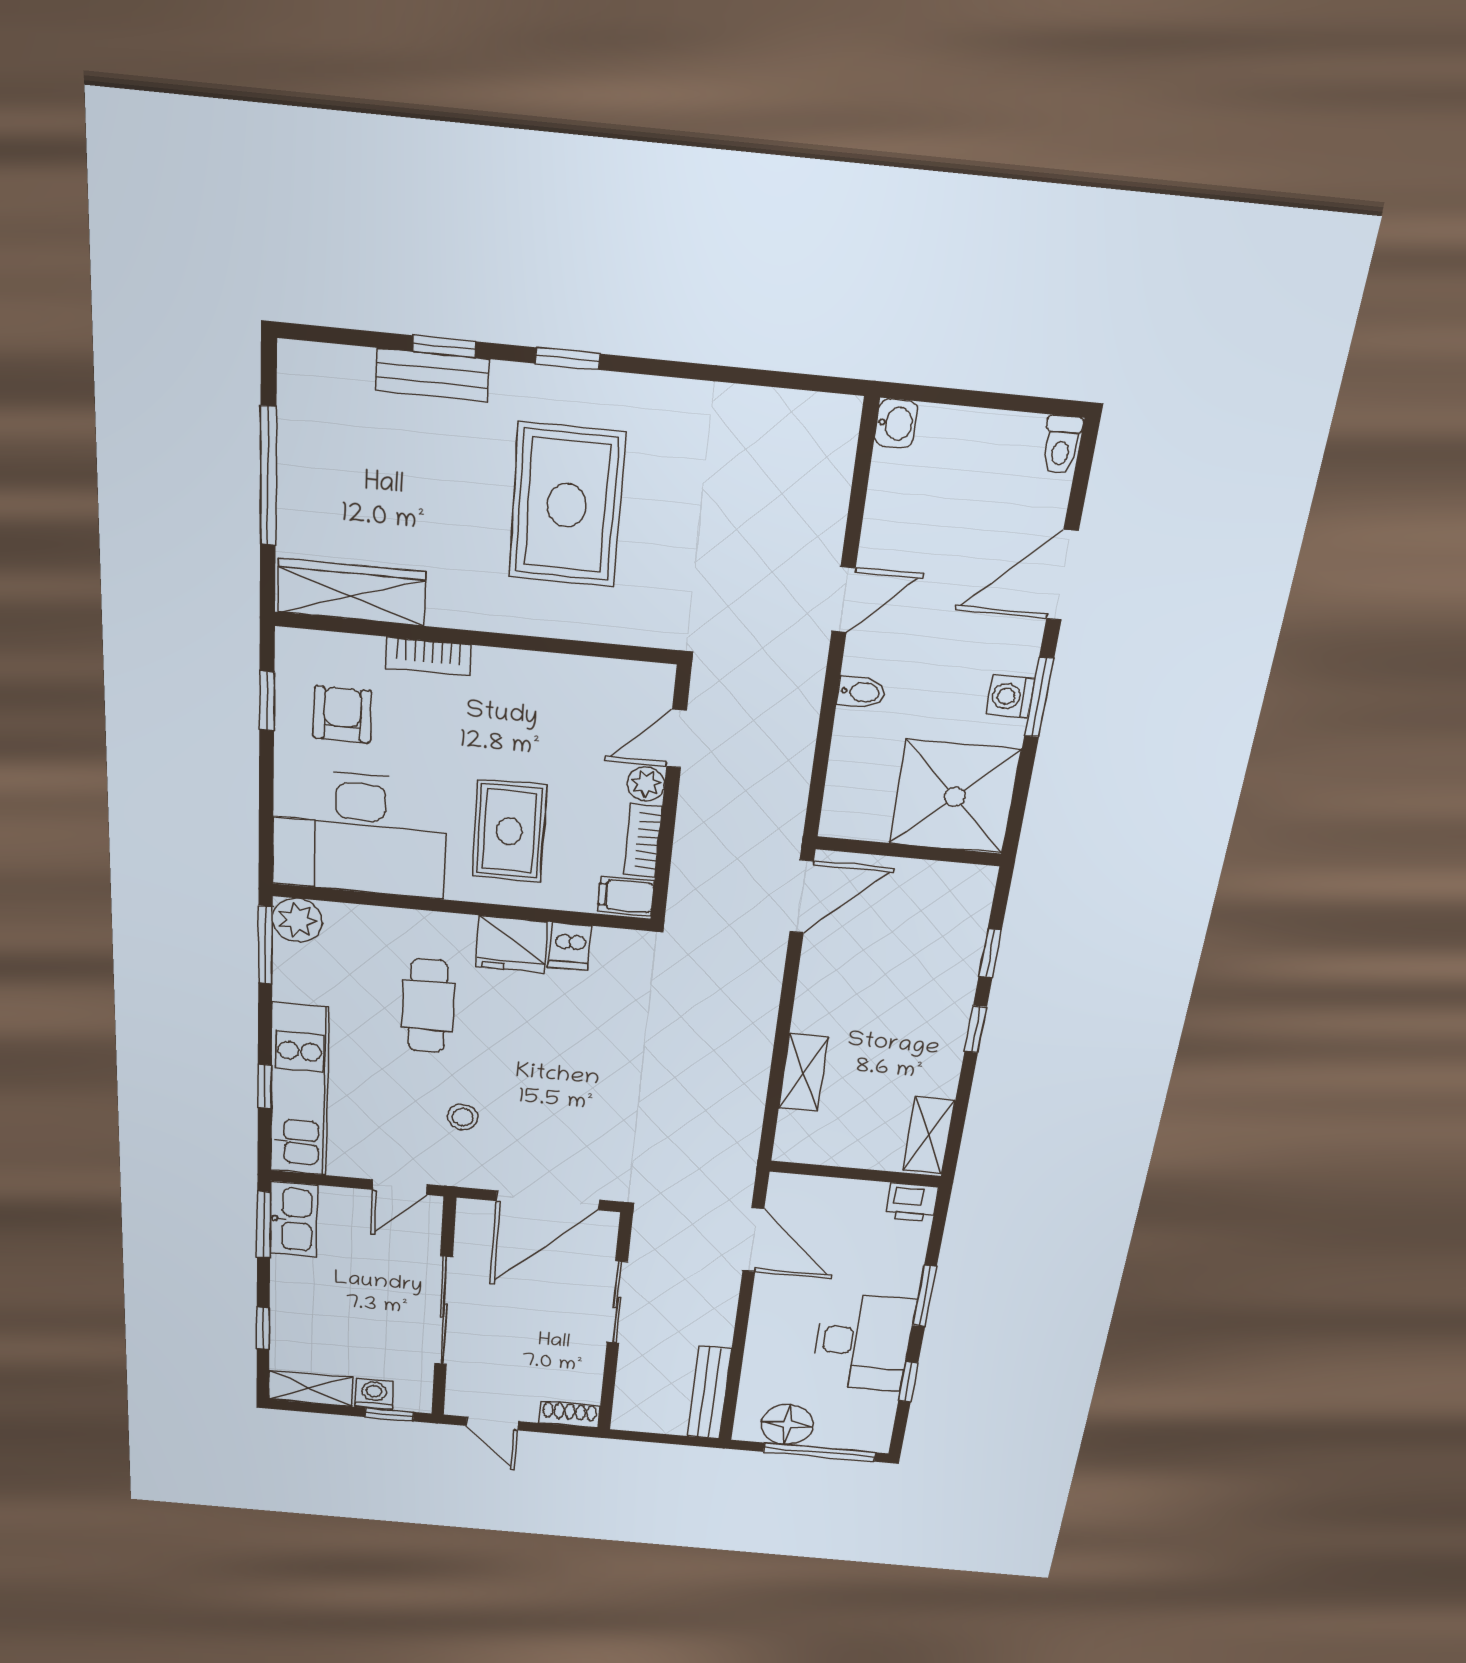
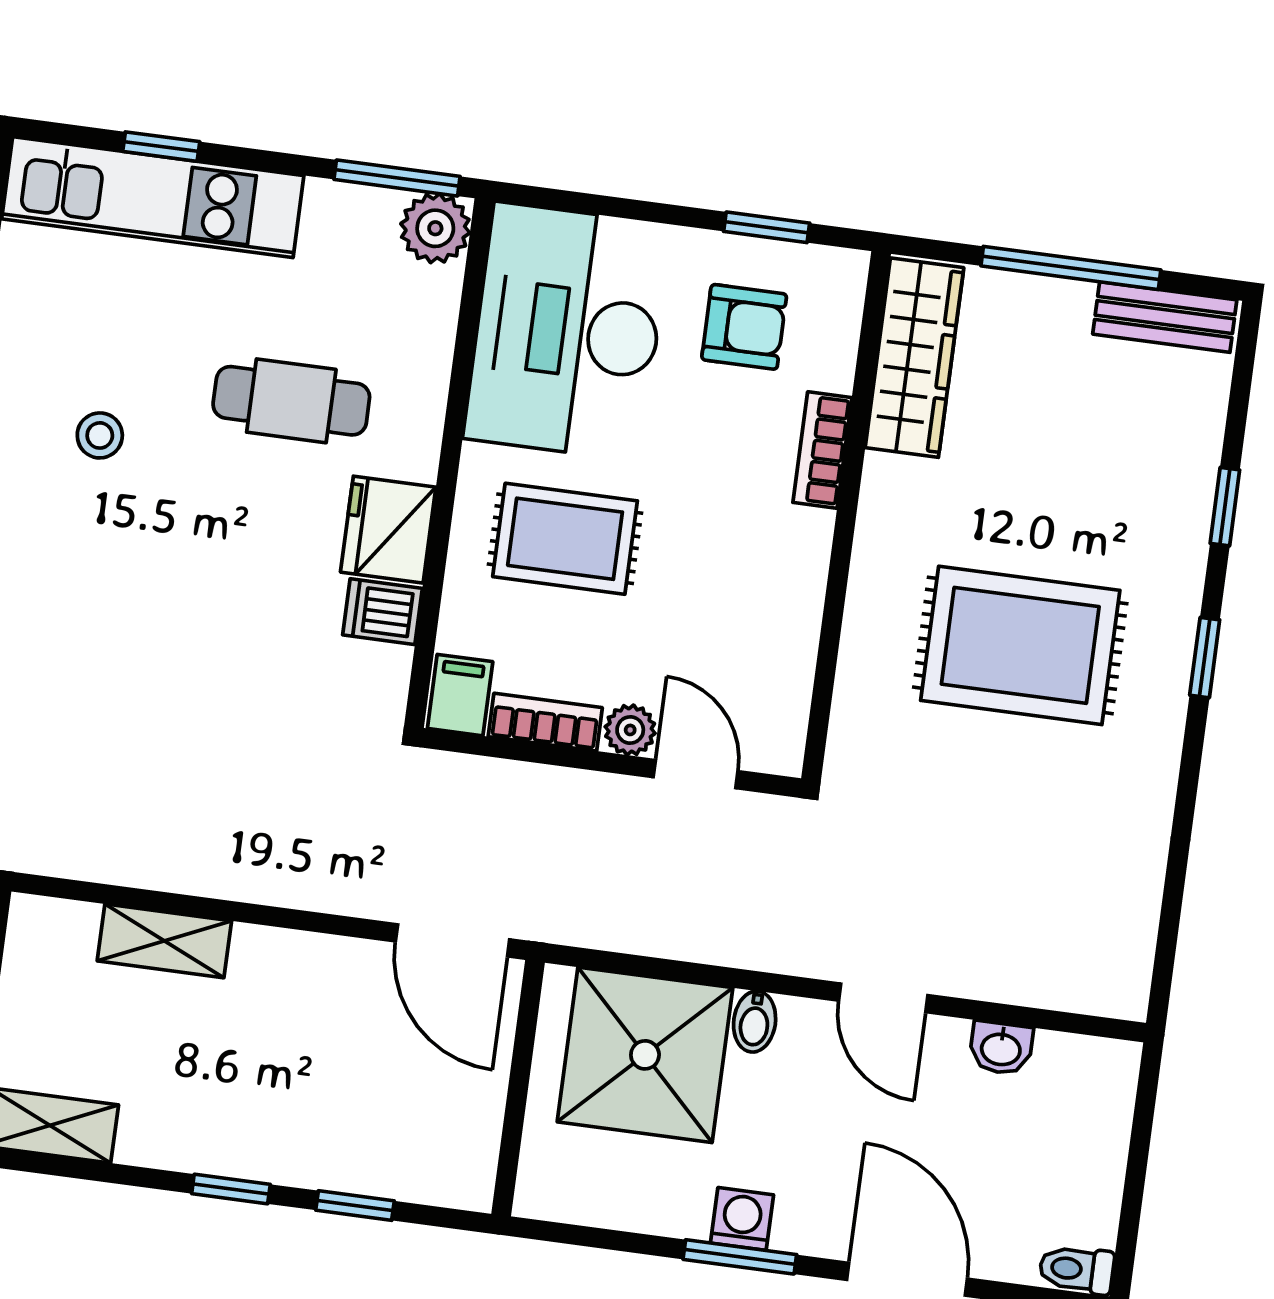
bench: (432, 375) -> (1165, 317), moved, turned 90
washbasin: (896, 424) -> (1001, 1048), moved
shower: (955, 797) -> (645, 1055), moved

